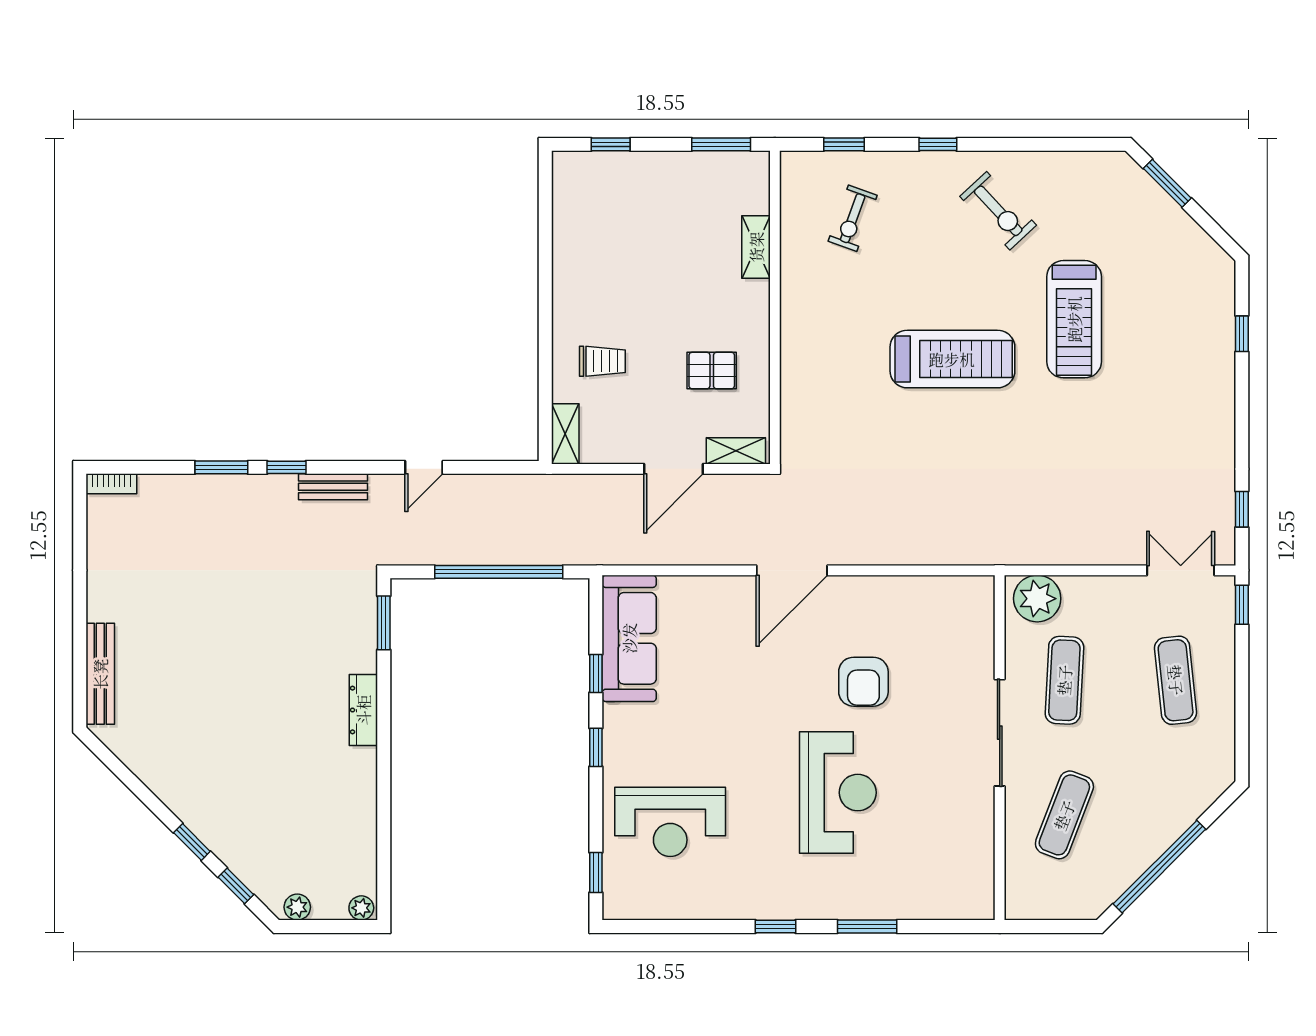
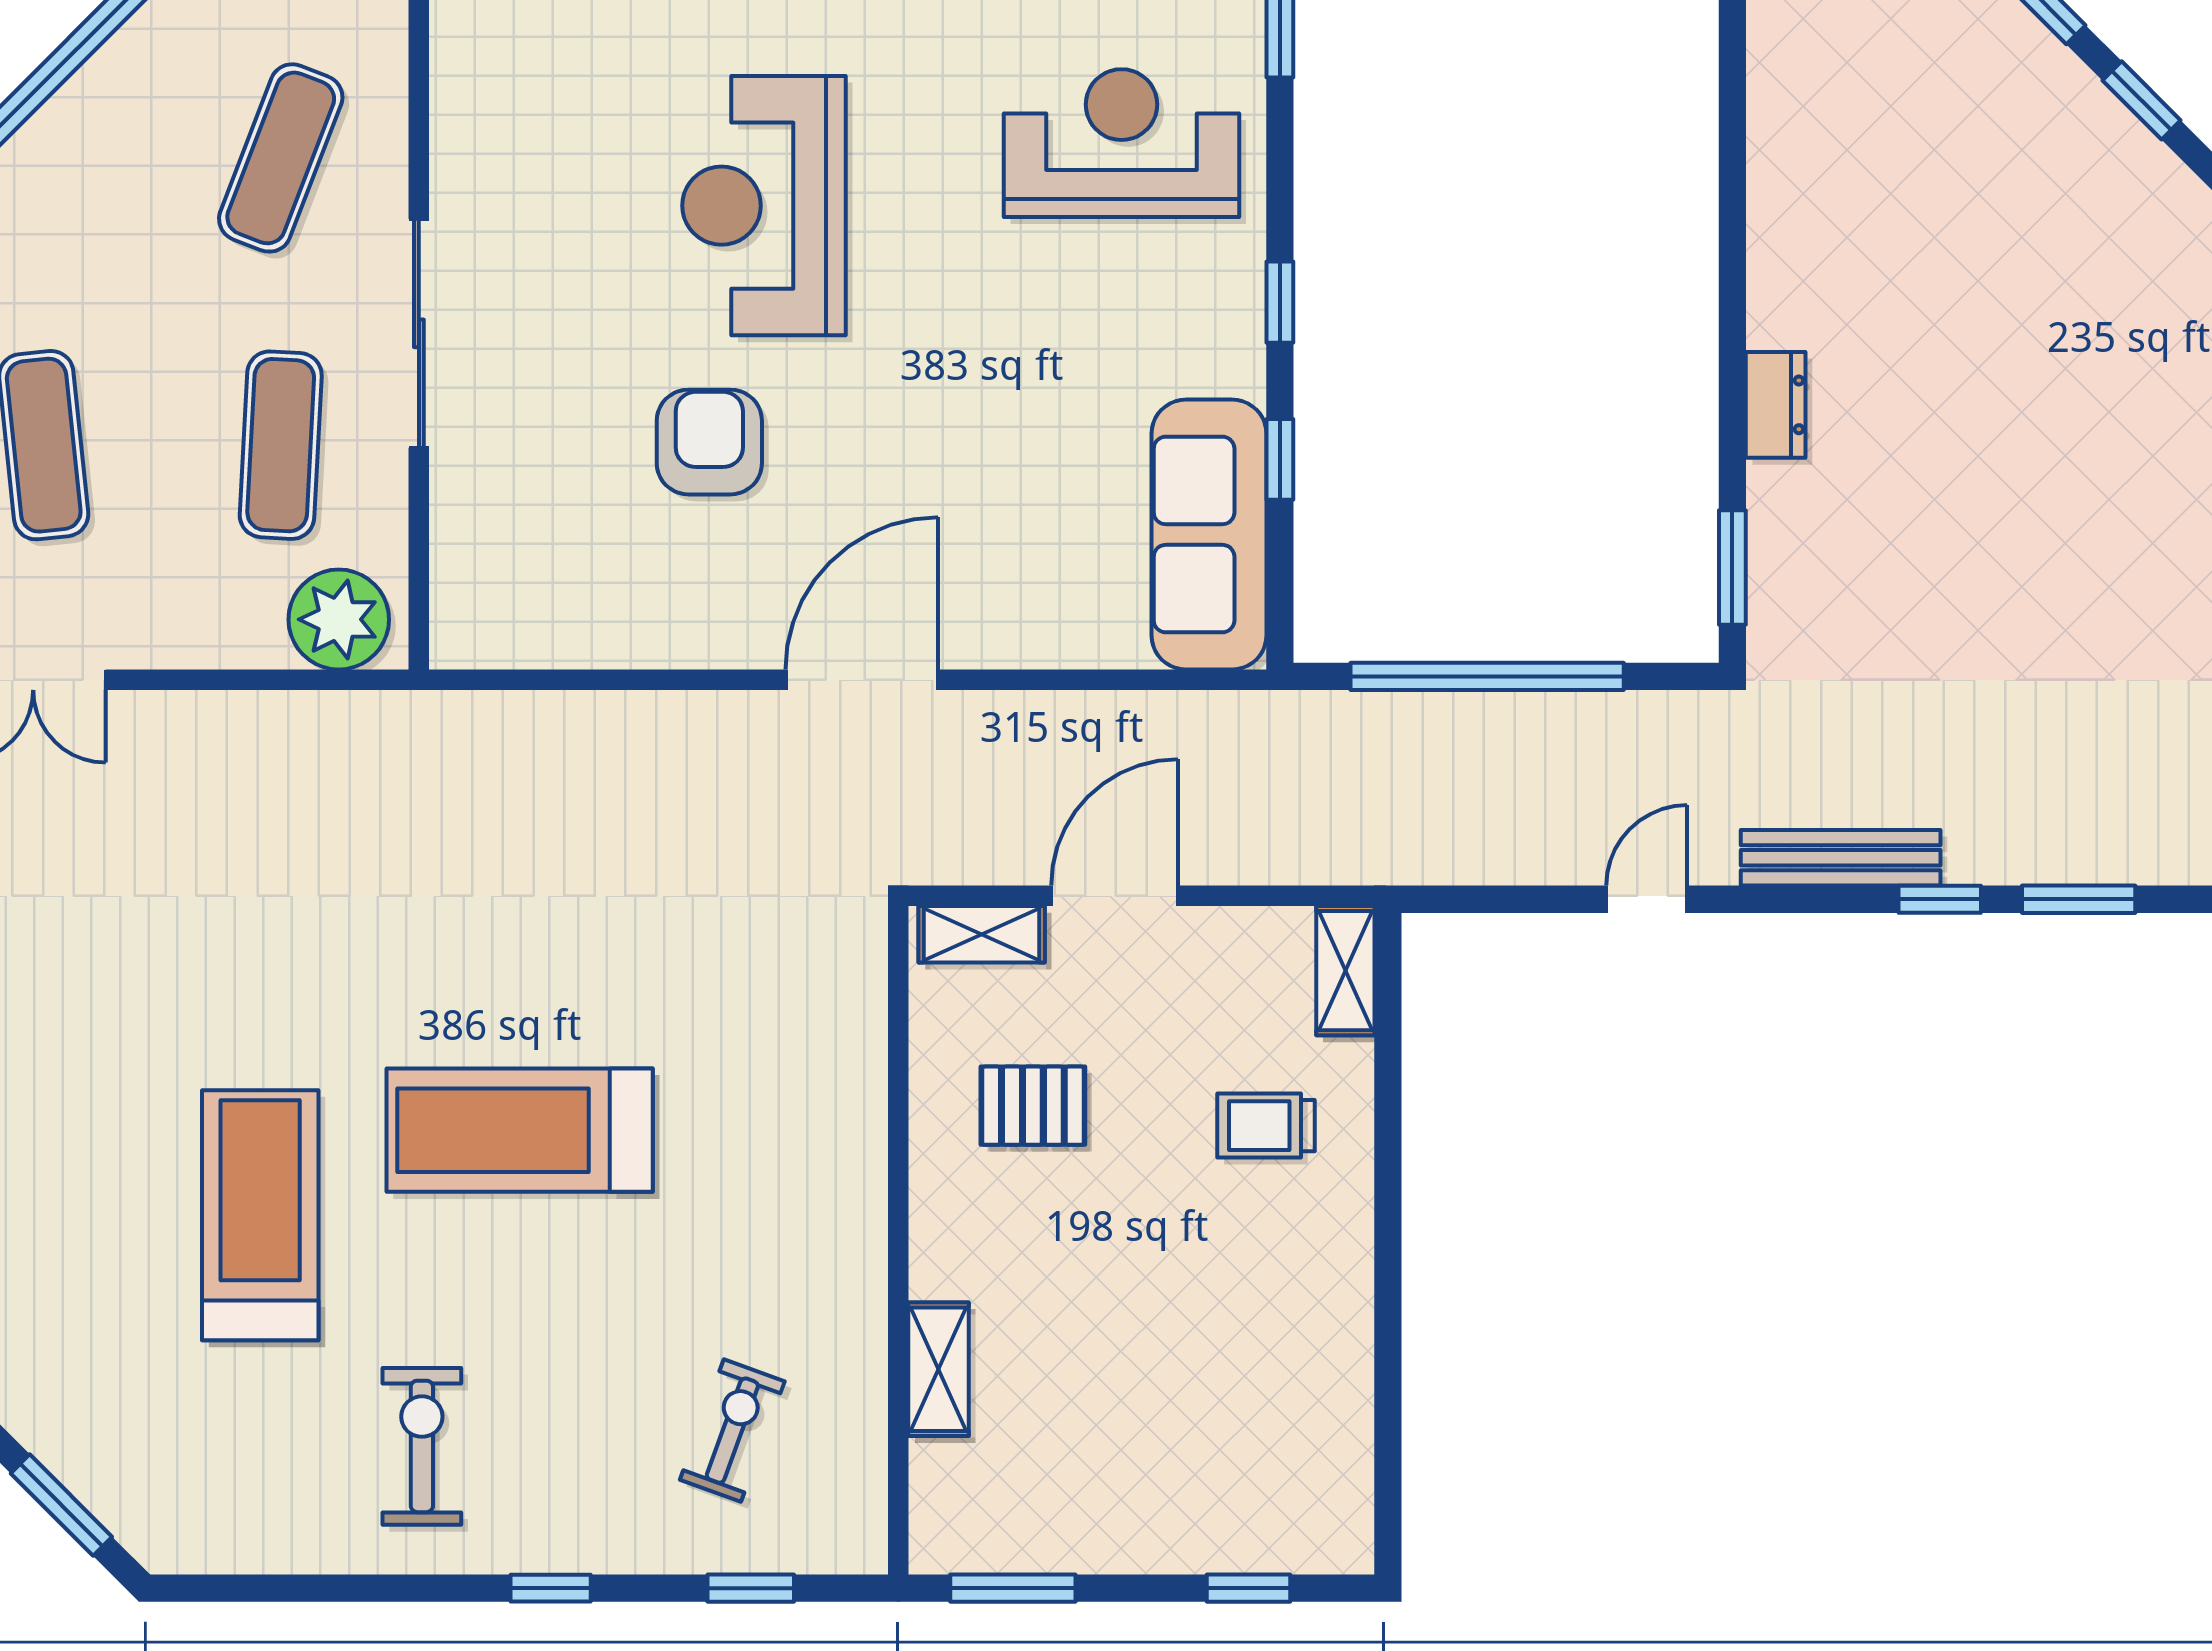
exercise bike: (998, 211) -> (422, 1446), turned 43
bench: (333, 487) -> (1841, 858), width x1.36
dresser: (363, 710) -> (1776, 405), width x0.70

